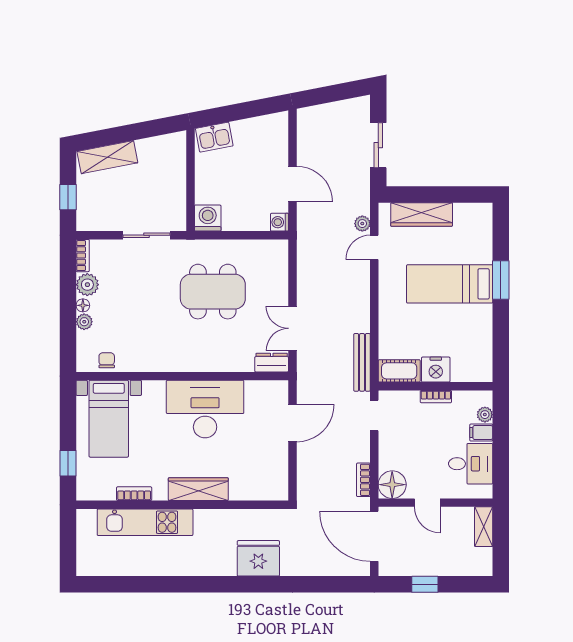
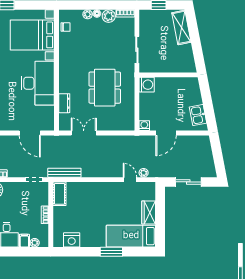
kitchen sink: (214, 137) -> (198, 115), moved
wardrobe: (422, 214) -> (149, 212), width x0.67
bed: (450, 284) -> (131, 236), moved, turned -90
dresser: (272, 363) -> (64, 103), moved
nightstand: (436, 370) -> (72, 240), moved, turned -90
bed with nightstands: (109, 419) -> (32, 35), width x1.36

